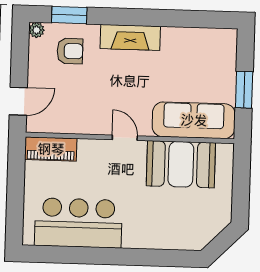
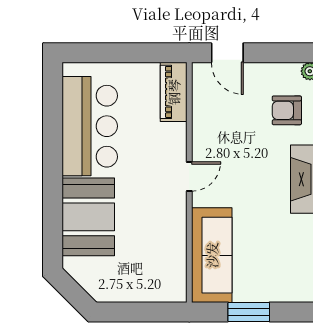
armchair: (70, 51) -> (287, 110), turned 90
booth: (181, 164) -> (88, 217), moved

